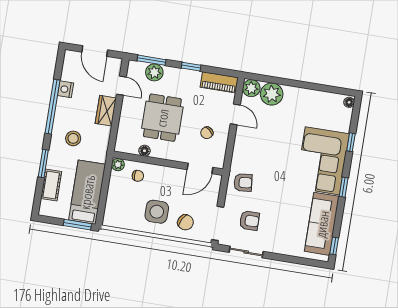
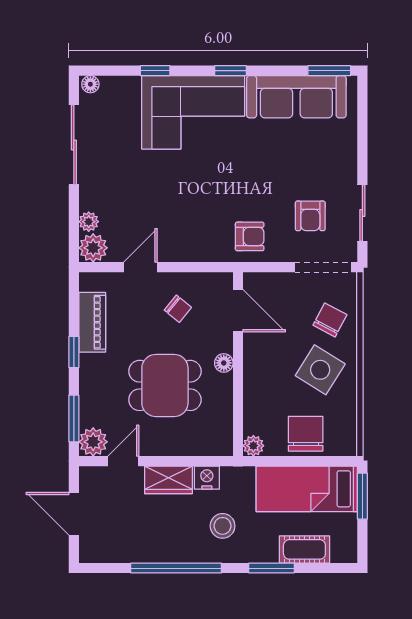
door: (95, 51) -> (74, 514), swing flipped
plant: (154, 72) -> (93, 442), moved
piano: (219, 82) -> (92, 322), moved
sliding door: (314, 87) -> (74, 145), added
nightstand: (65, 89) -> (207, 478), moved, turned 180
plant: (272, 94) -> (89, 222), width x0.53, depth x0.53
floor lamp: (144, 151) -> (224, 363), moved
chair: (138, 176) -> (306, 434), moved, width x1.87, depth x1.87
armchair: (243, 183) -> (250, 236), turned 96
side table: (157, 212) -> (320, 370), turned 32
armchair: (249, 221) -> (310, 216), turned 180
window: (334, 246) -> (329, 71), width x1.50

